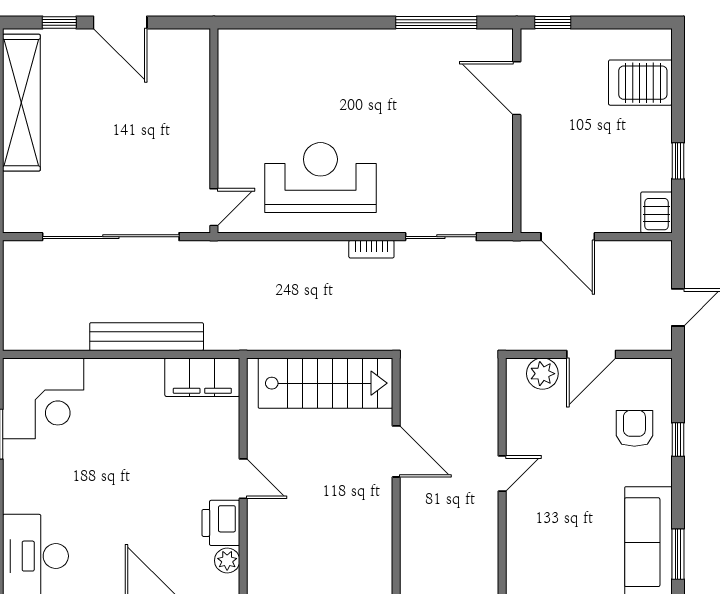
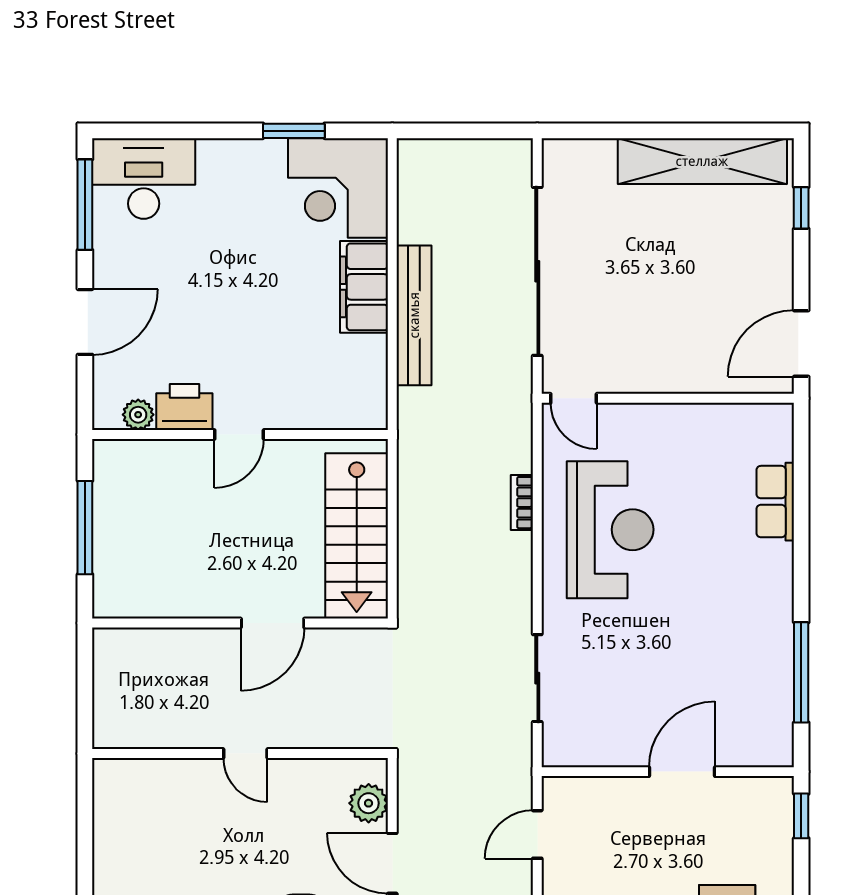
door: (120, 23) -> (801, 343), moved
row of seats: (298, 44) -> (775, 502), added
door: (517, 88) -> (682, 772), moved
door: (568, 237) -> (537, 834), width x0.73
bookcase: (371, 249) -> (522, 503), moved
filing cabinet: (202, 377) -> (364, 287), moved

